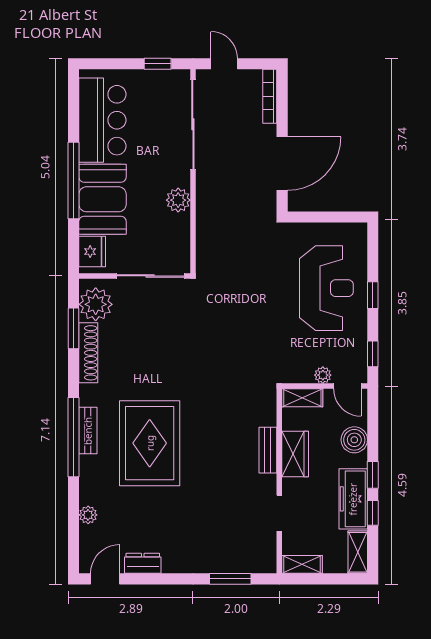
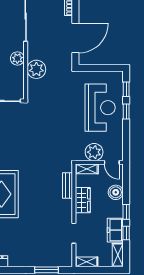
plant: (212, 219) -> (36, 69), added
window: (373, 354) -> (126, 89), moved
plant: (323, 375) -> (94, 152), width x1.88, depth x1.88
bench: (268, 450) -> (68, 186), moved
freezer: (353, 499) -> (115, 230), width x0.71

